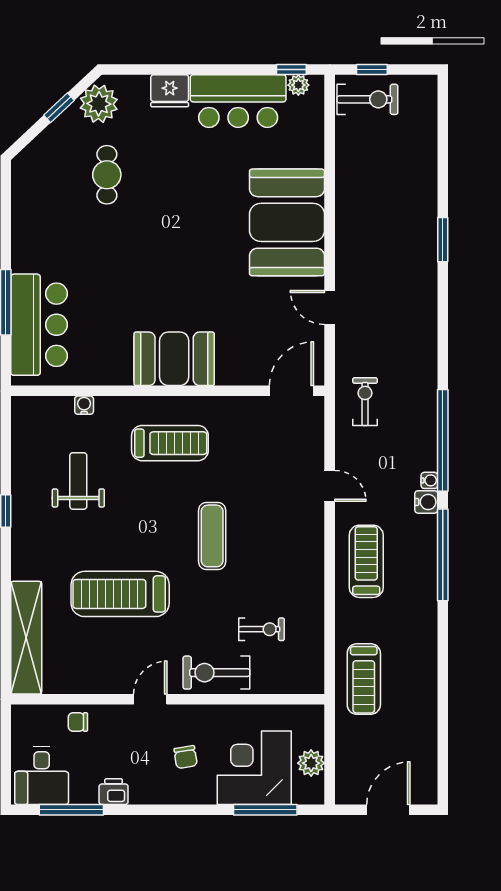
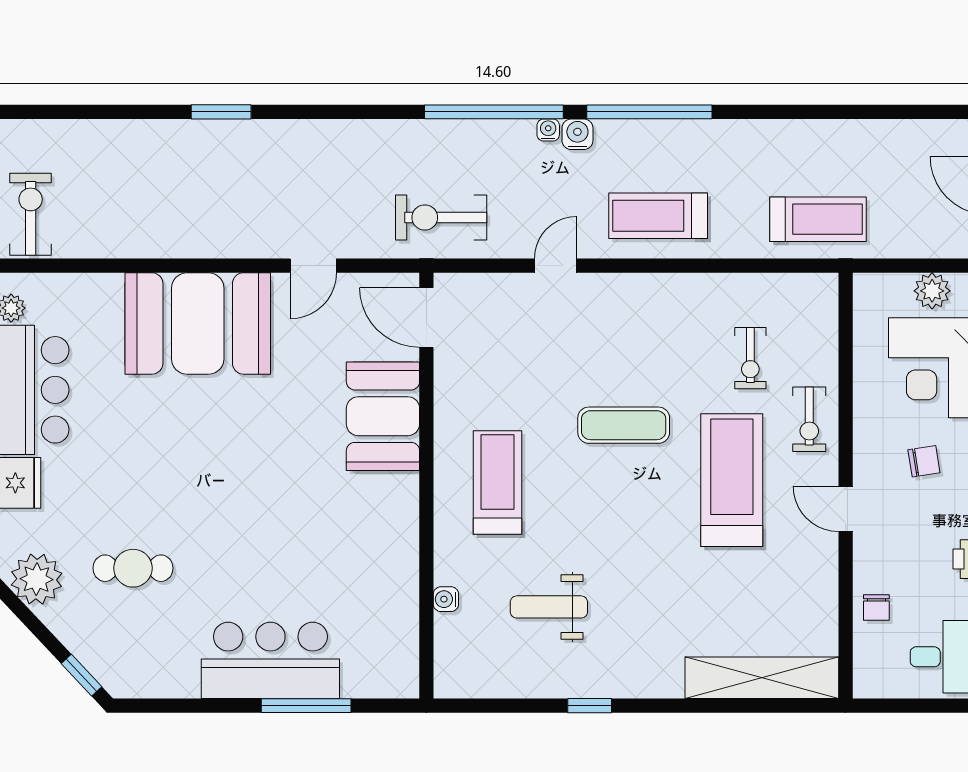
window: (59, 108) -> (81, 675), moved
bar counter: (39, 325) -> (270, 660), moved
booth: (174, 359) -> (383, 416), moved
exercise bike: (365, 402) -> (441, 217), width x1.38, depth x1.39
treadmill: (120, 594) -> (732, 480), moved, turned 180
exercise bike: (262, 629) -> (750, 358), turned 180
exercise bike: (216, 673) -> (809, 419), width x0.73, depth x0.72

